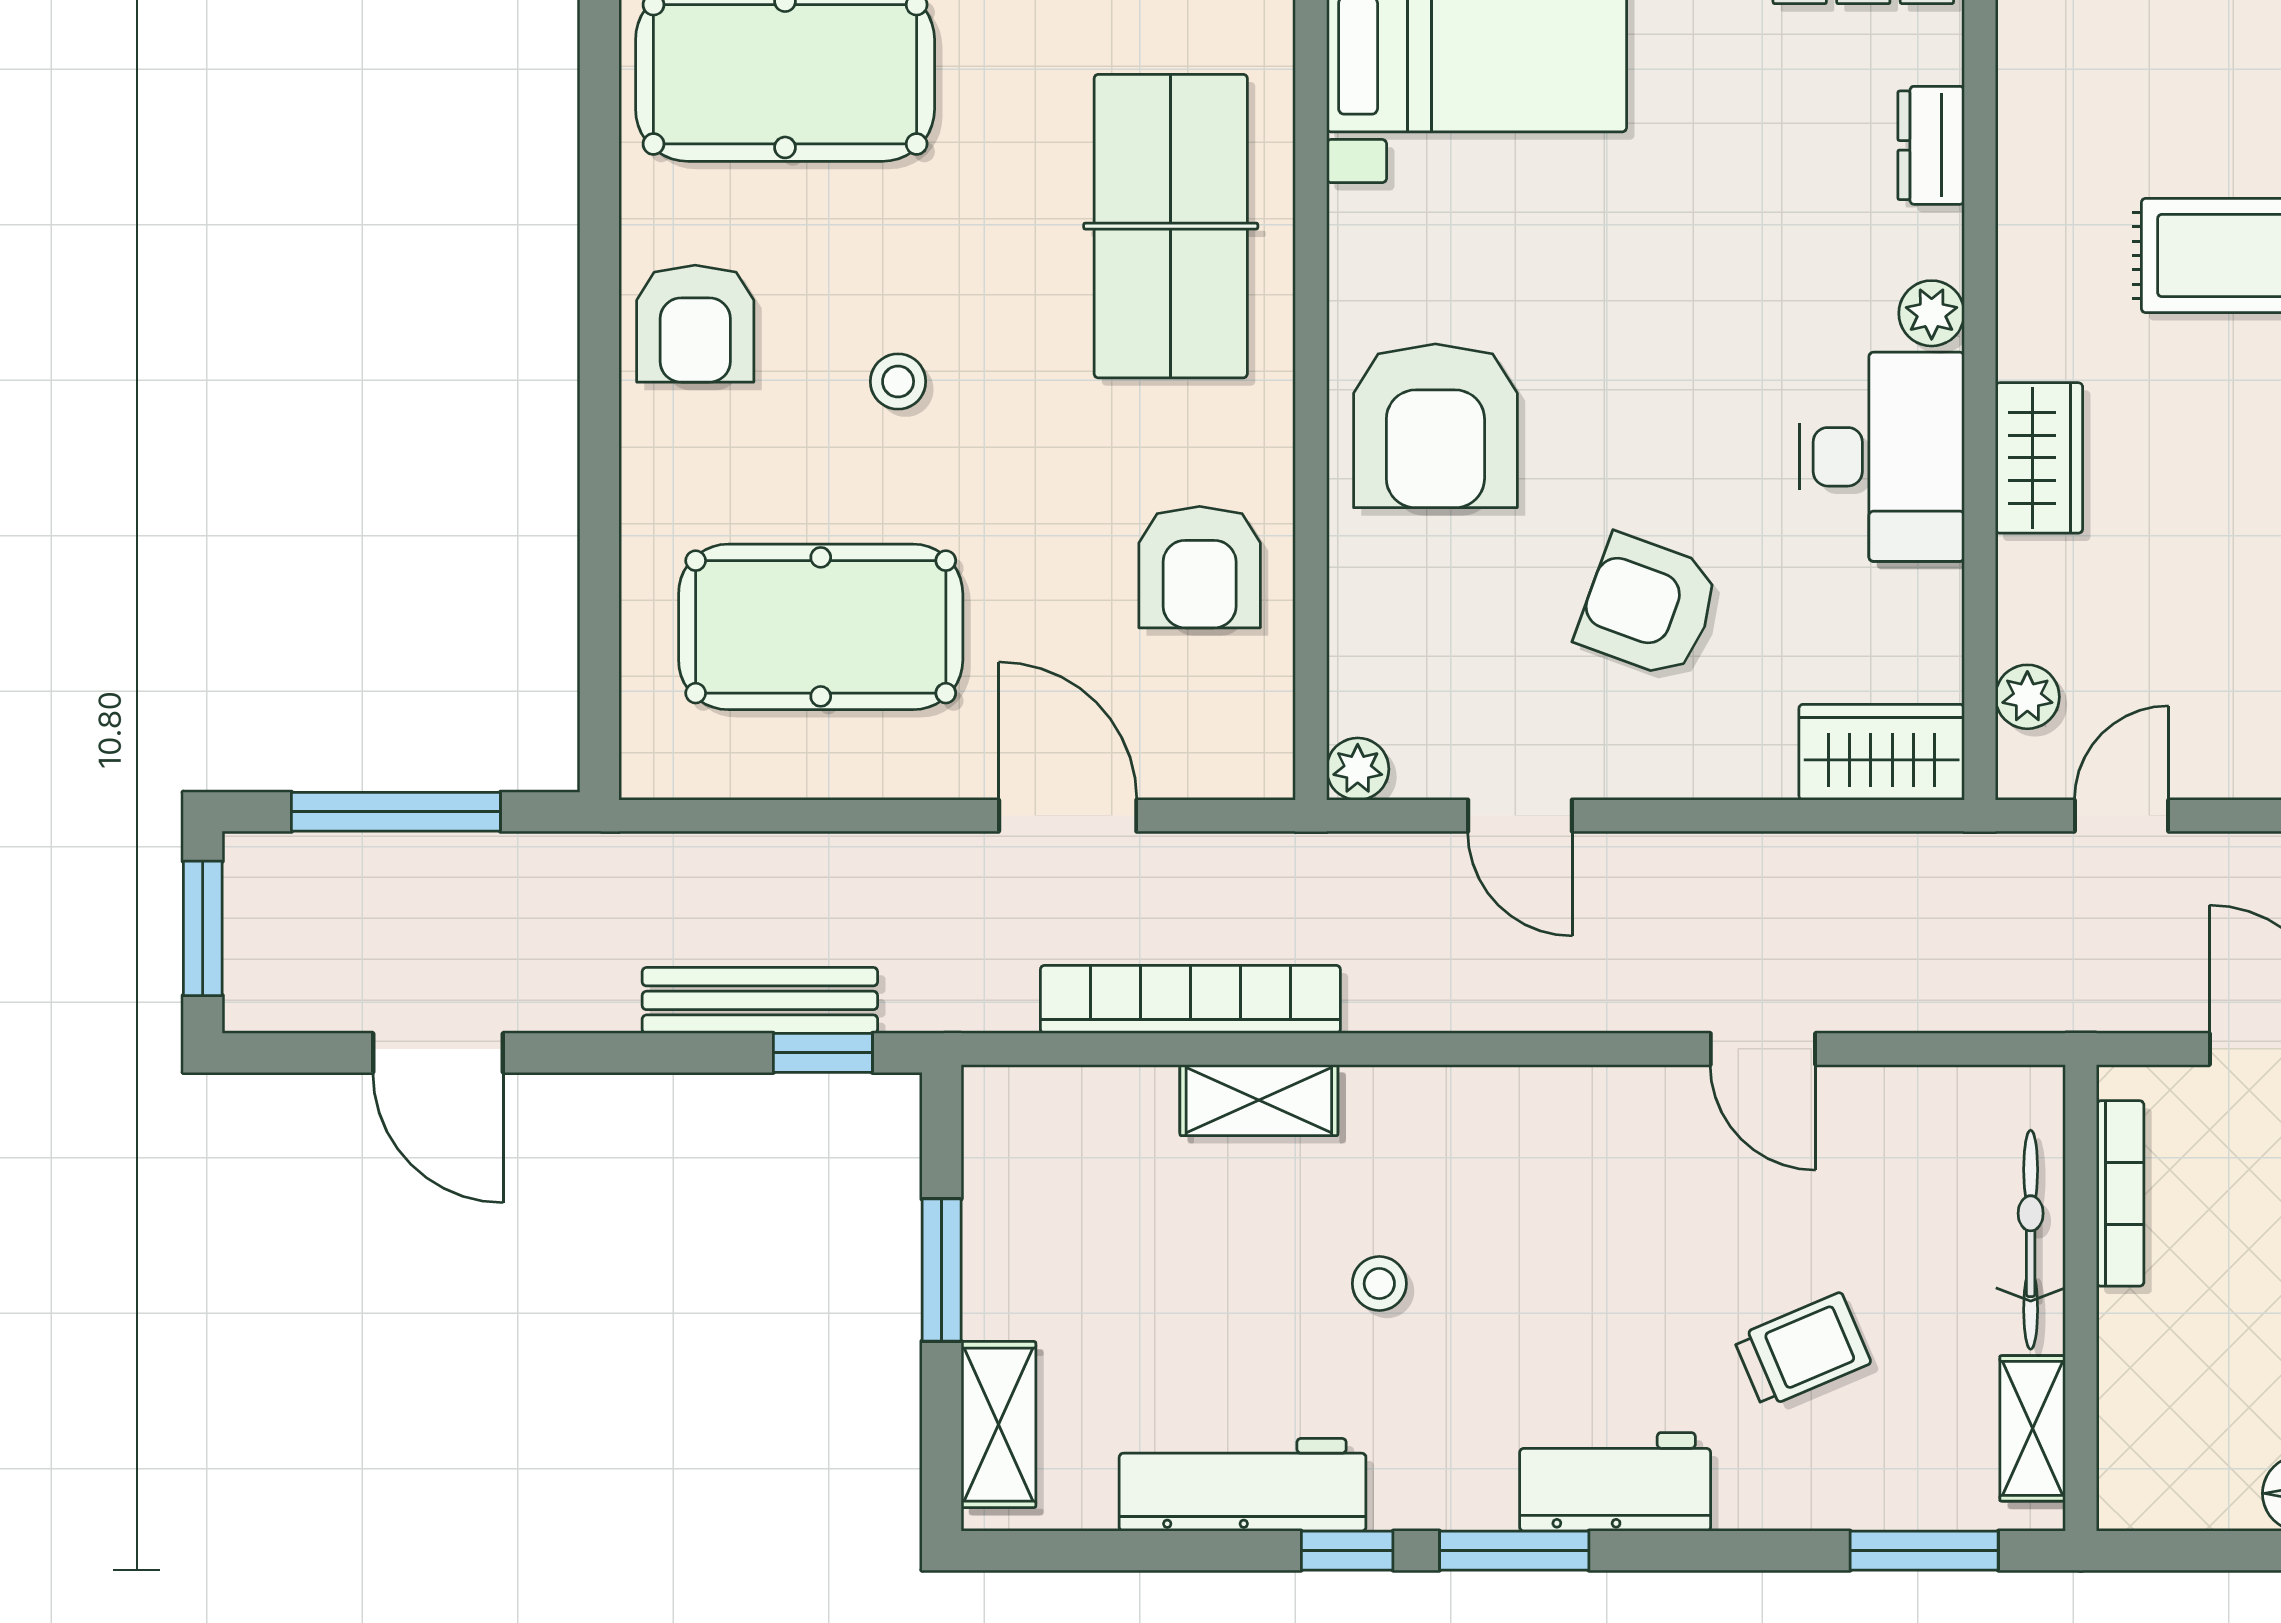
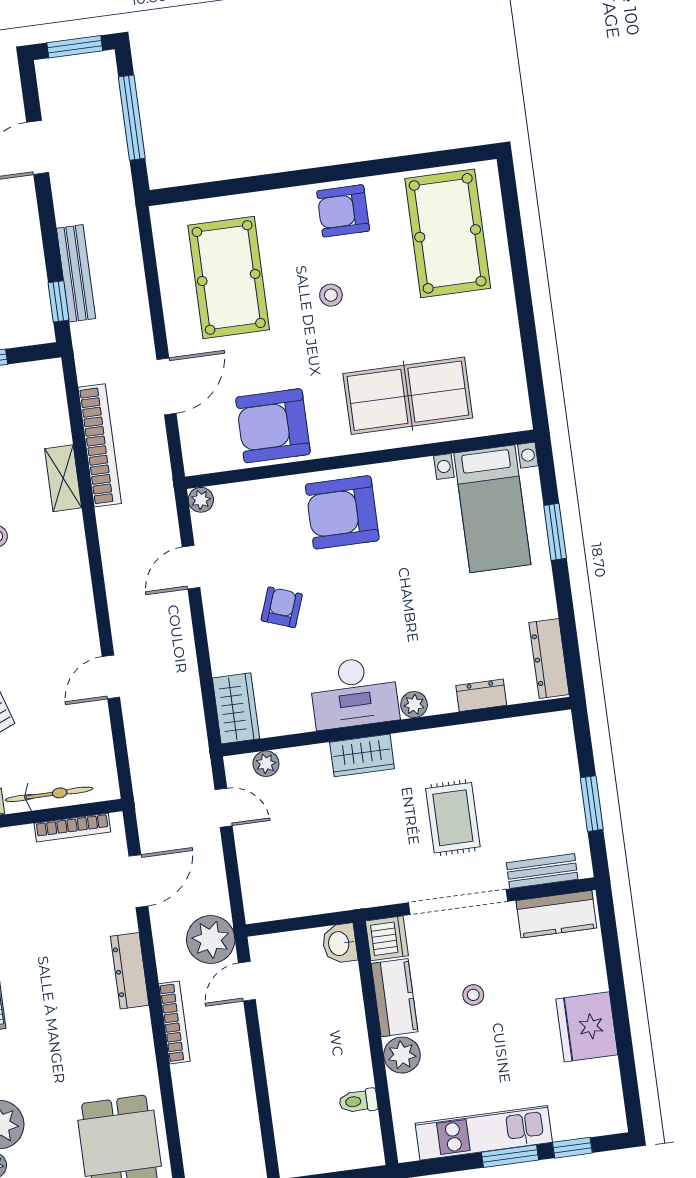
armchair: (1200, 567) -> (273, 426), width x1.36, depth x1.36
armchair: (1648, 606) -> (282, 607), width x0.72, depth x0.72

